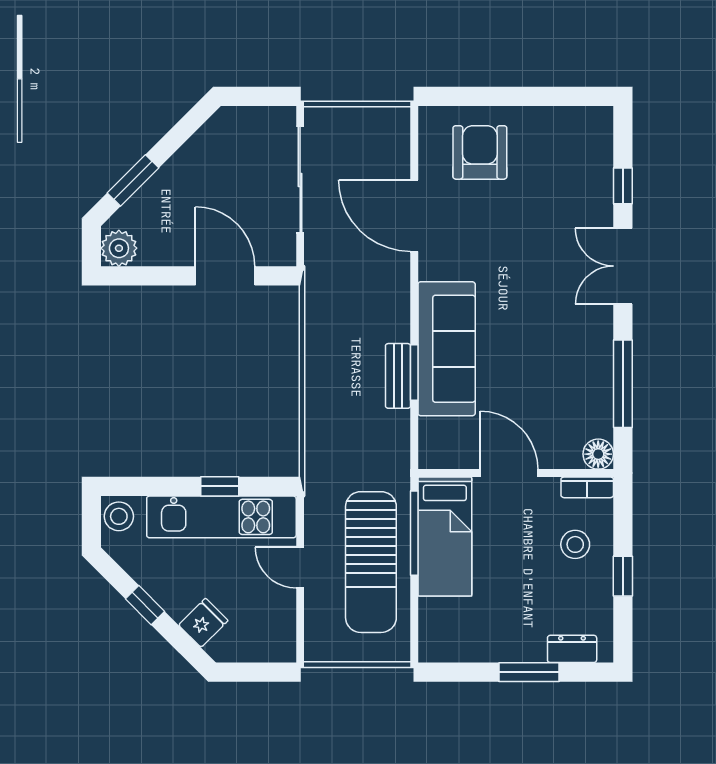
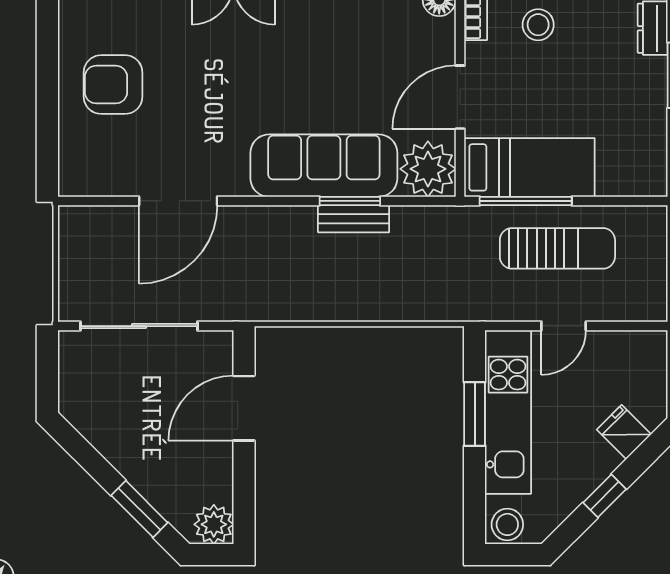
armchair: (480, 152) -> (113, 85), moved
plant: (443, 444) -> (428, 169), added
window: (220, 486) -> (475, 414), width x1.50
sun lounger: (371, 562) -> (557, 248), width x0.73, depth x0.75

